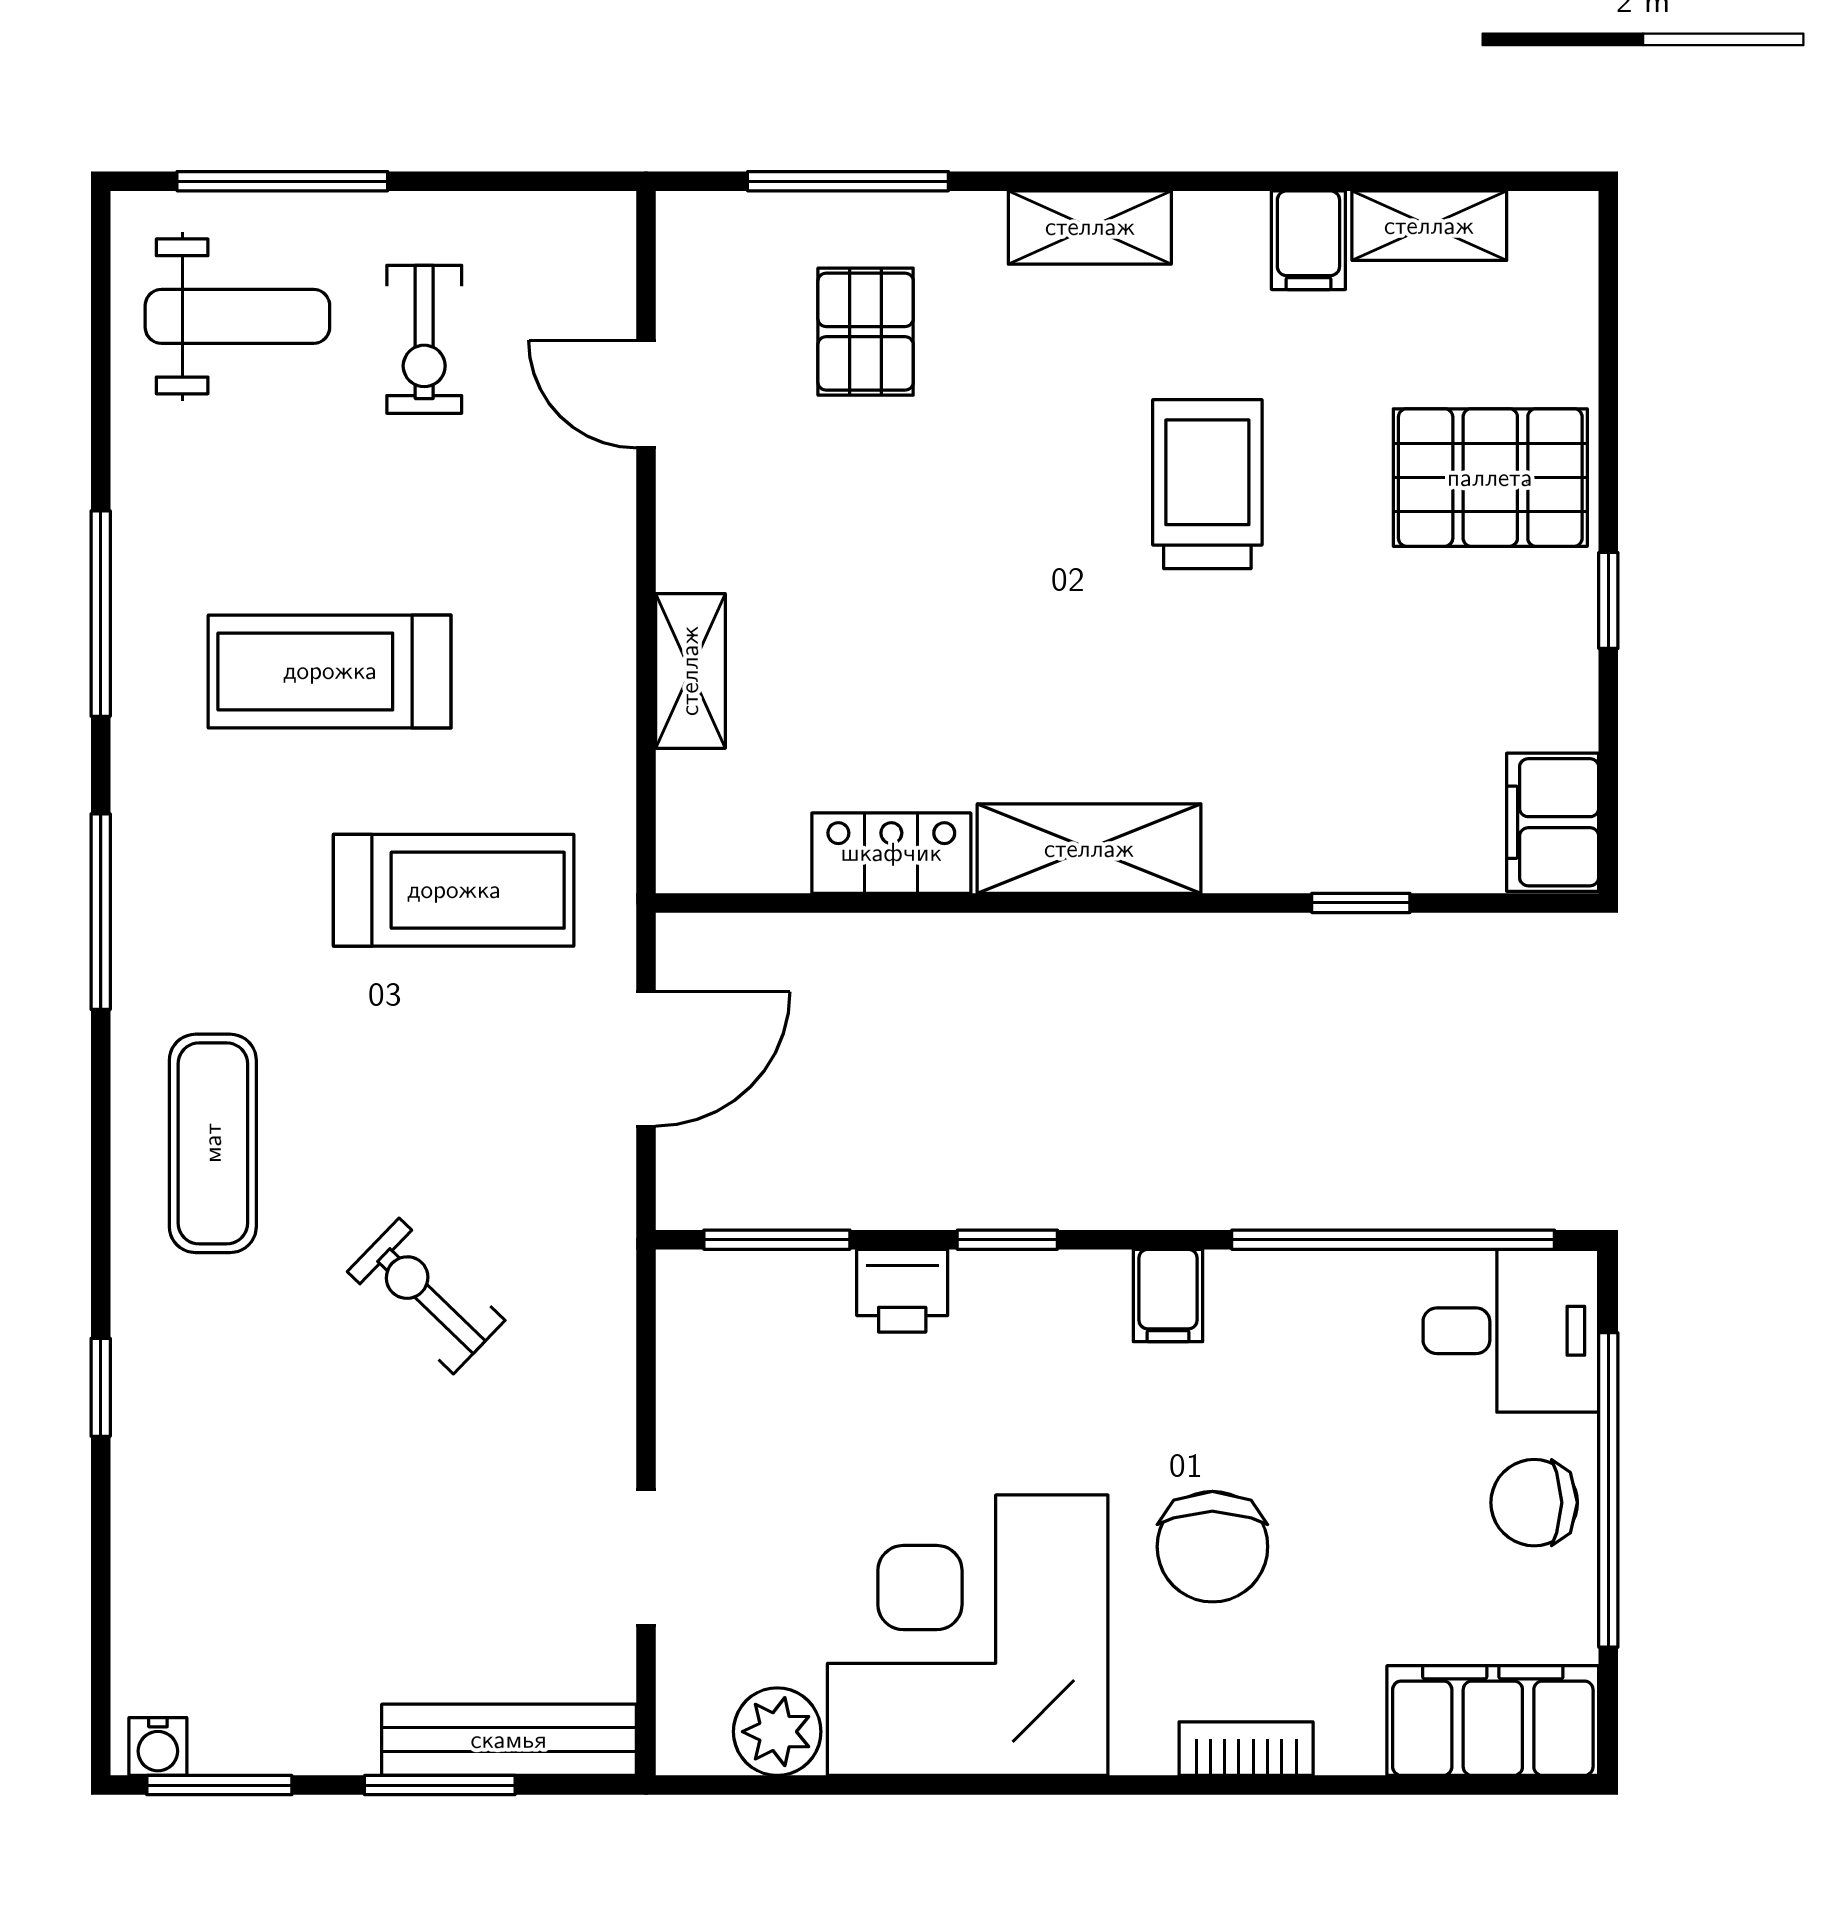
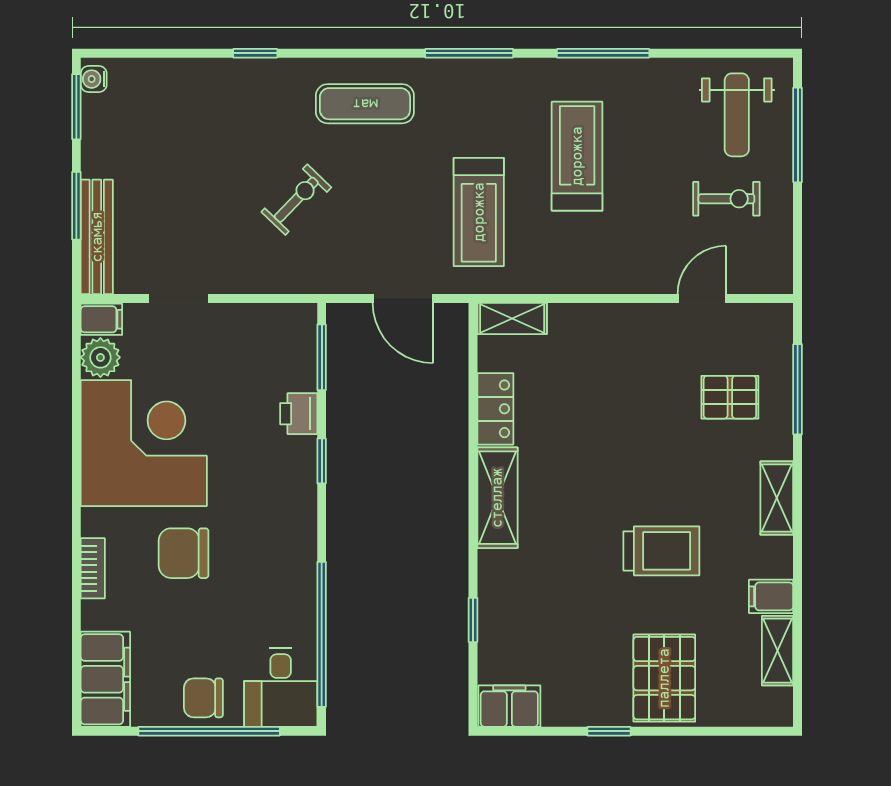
exercise bike: (424, 339) -> (726, 199), turned 180
shelving: (690, 671) -> (512, 318), moved
filing cabinet: (1168, 1296) -> (101, 319), moved, turned 180
chair: (1534, 1503) -> (203, 698), turned -90

